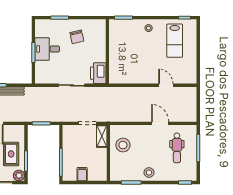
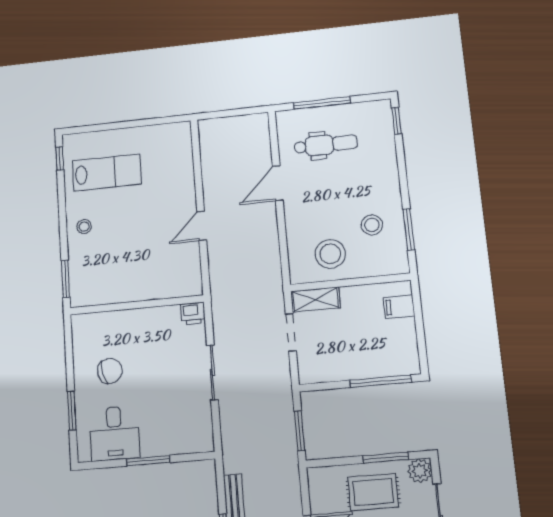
desk: (47, 49) -> (114, 433), moved
printer: (98, 73) -> (193, 313), width x0.53, depth x0.68
door: (166, 85) -> (202, 226), moved
stool: (149, 173) -> (372, 225), moved
filing cabinet: (82, 174) -> (399, 307), moved

